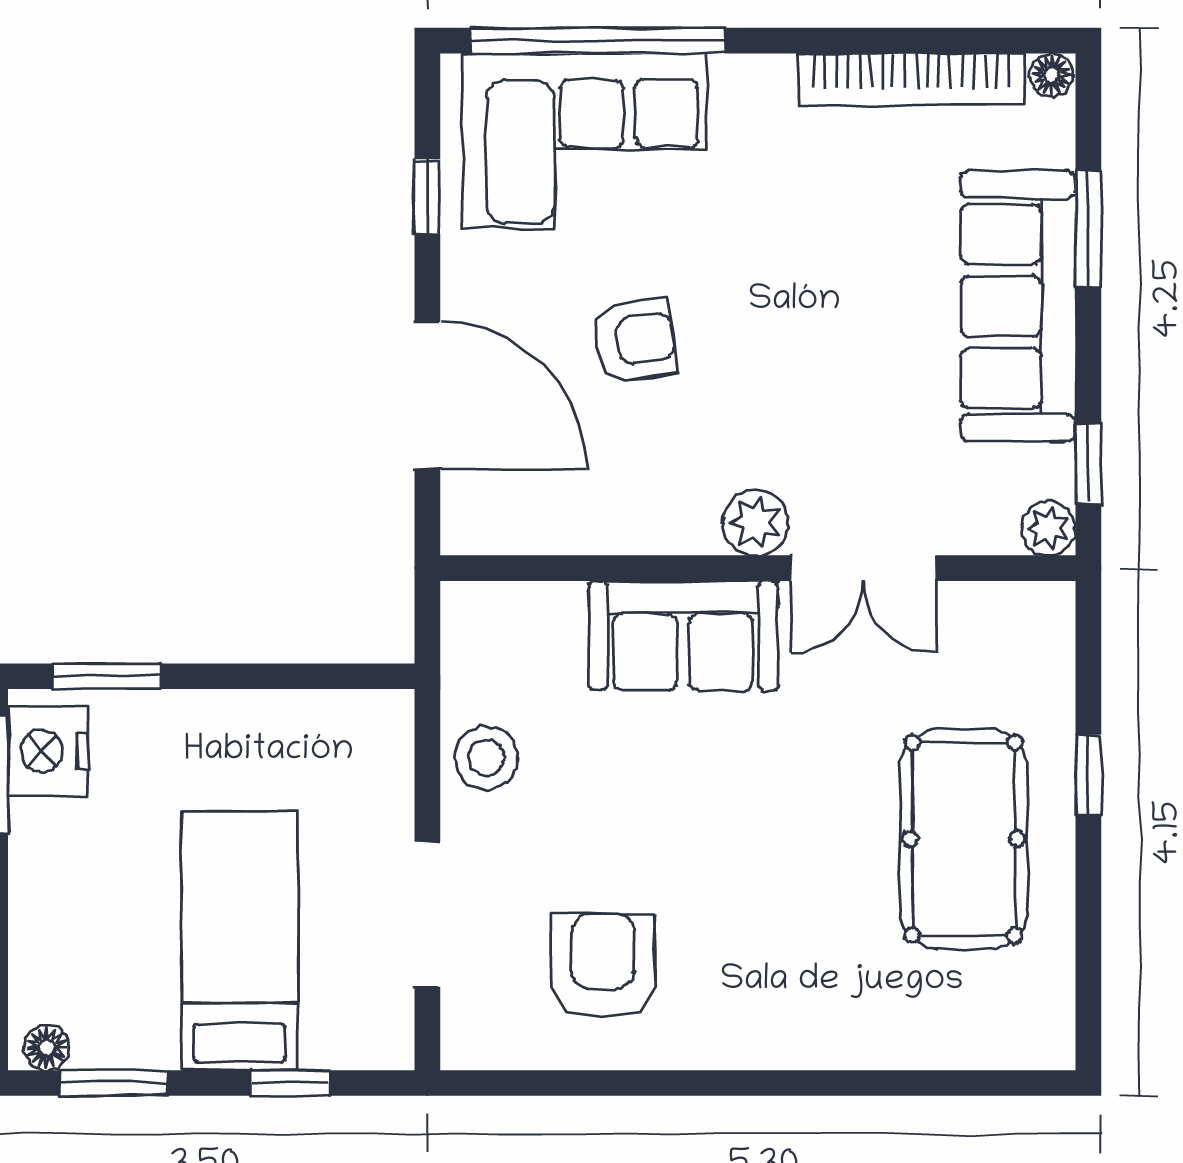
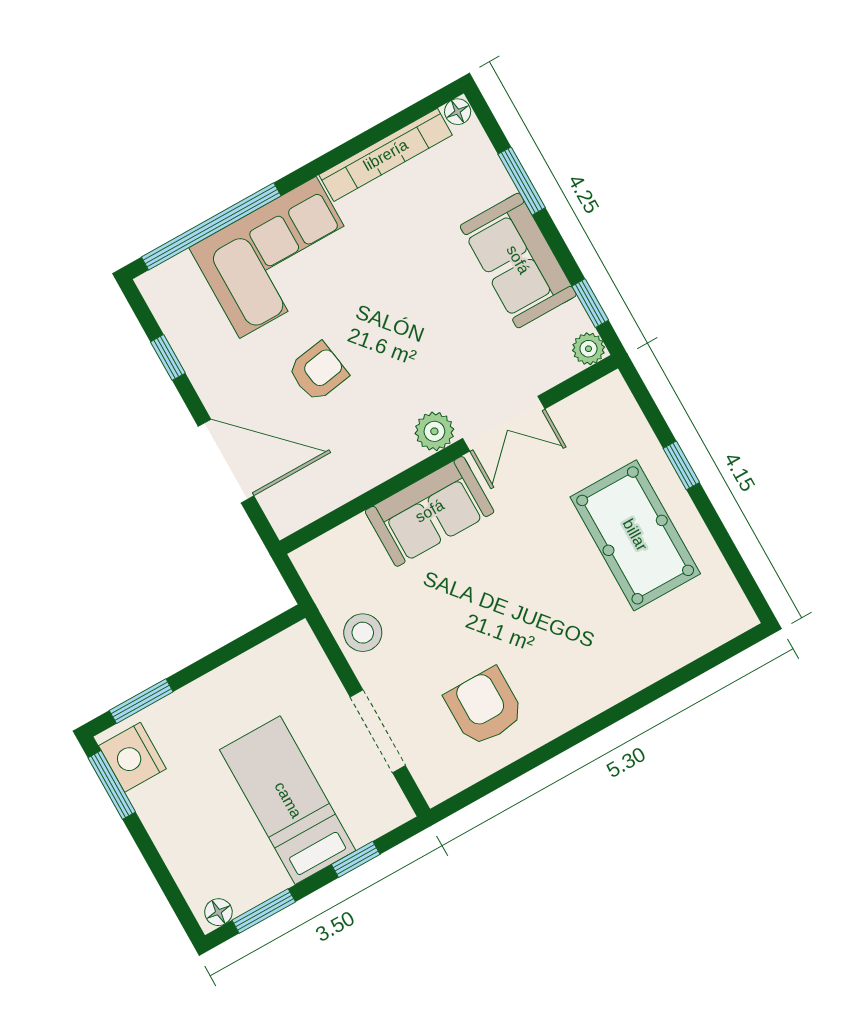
corner sofa: (584, 141) -> (278, 257), moved
sofa: (1018, 306) -> (518, 260), width x0.73

